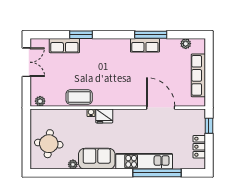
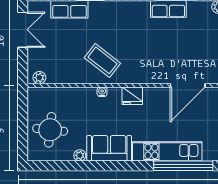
coffee table: (79, 97) -> (102, 60), moved, turned 38
door: (161, 108) -> (188, 85), swing flipped
fridge: (104, 116) -> (132, 96), moved

